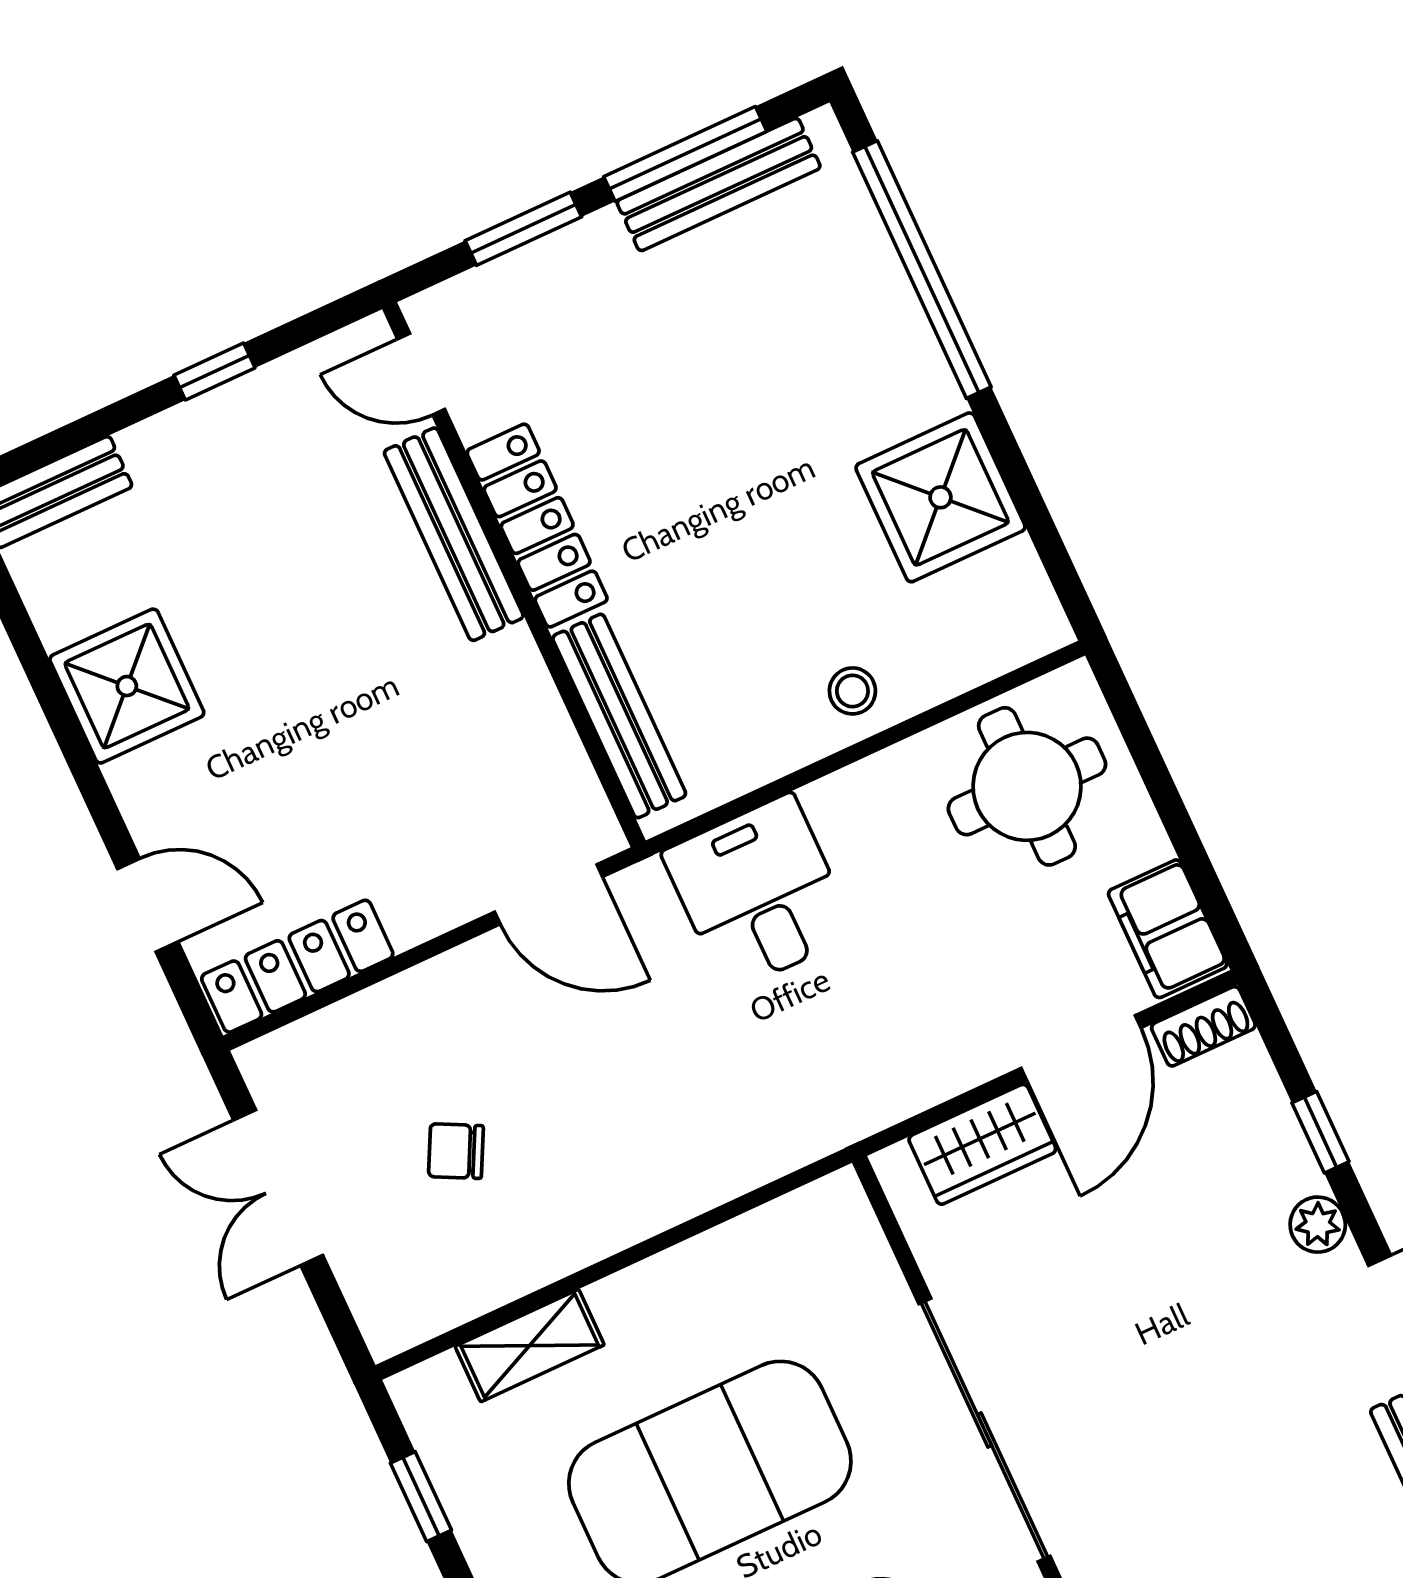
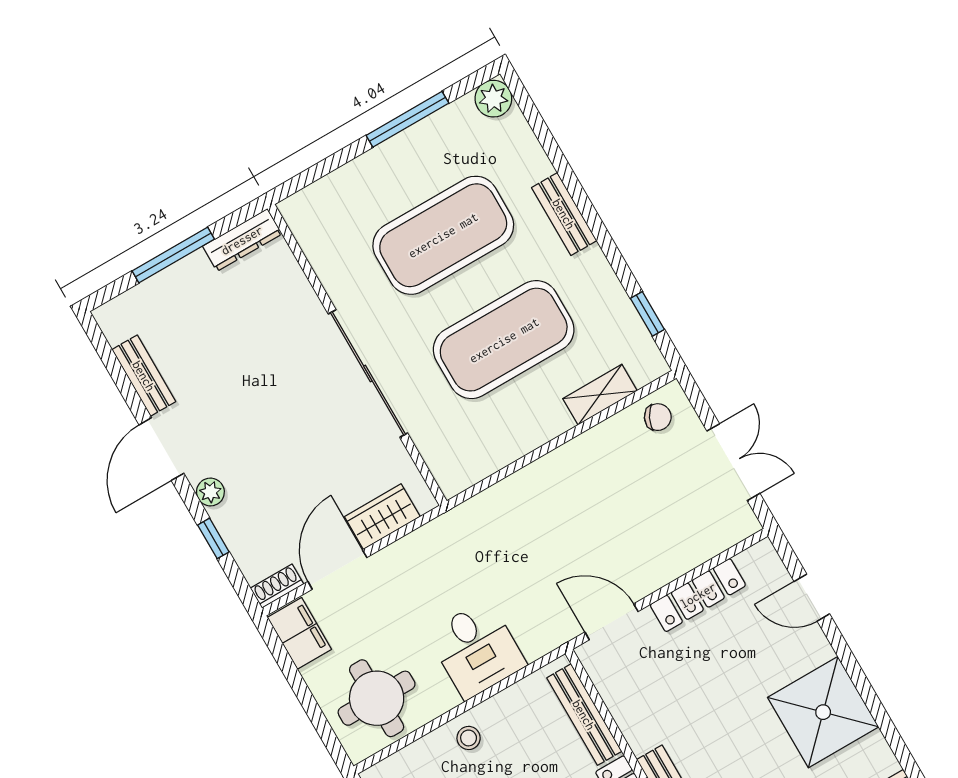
shower: (127, 686) -> (823, 712), width x1.37, depth x1.37
desk: (759, 893) -> (476, 649), moved
locker: (297, 966) -> (698, 595), moved
chair: (456, 1151) -> (658, 417), moved

